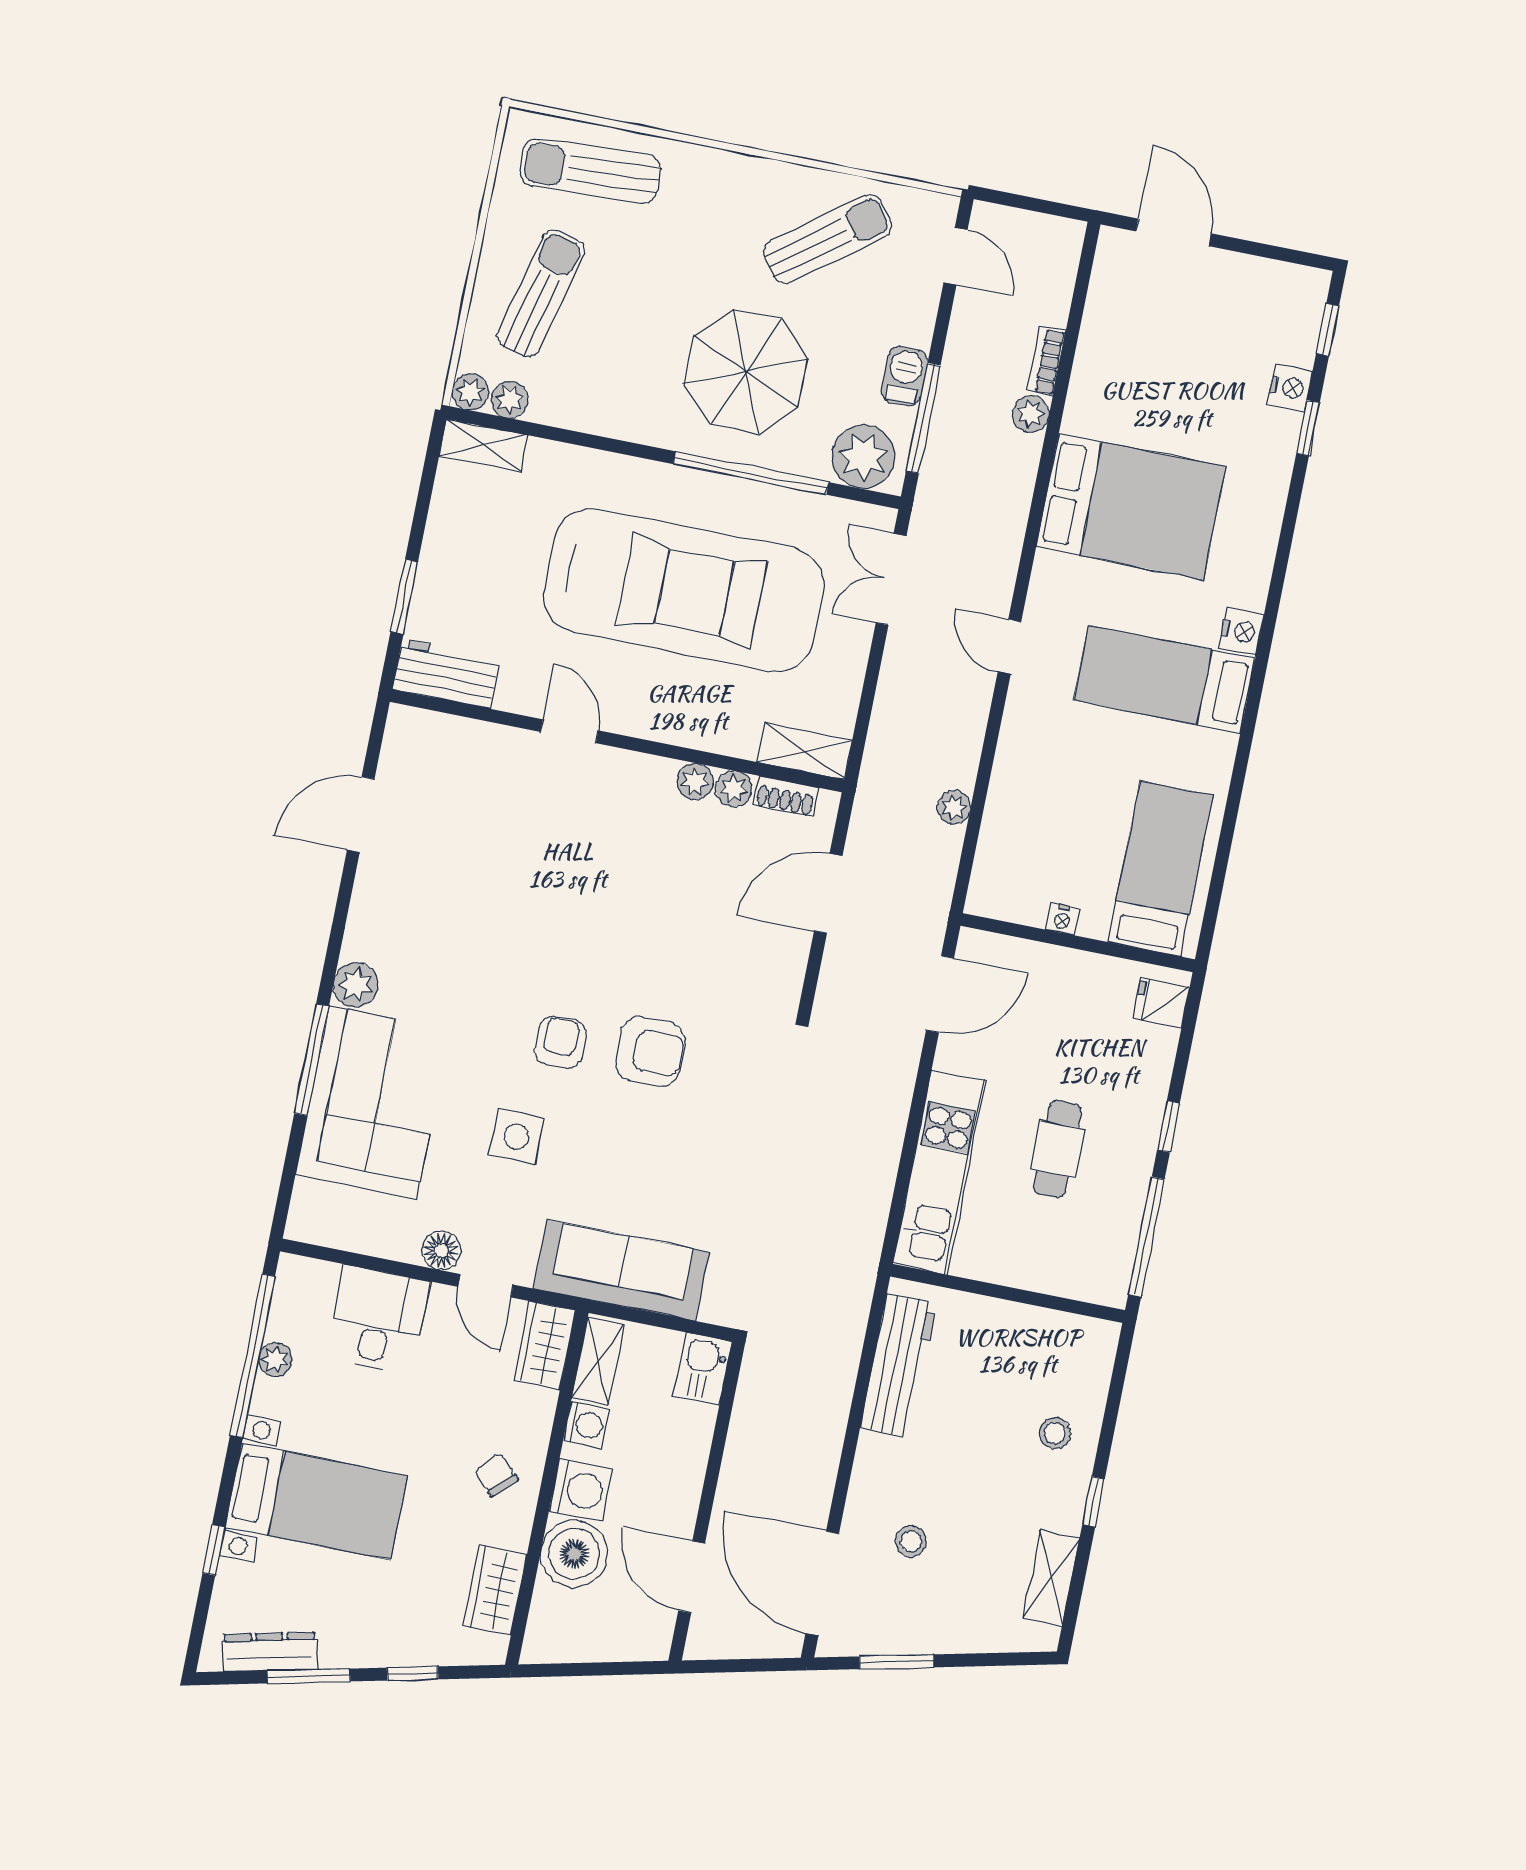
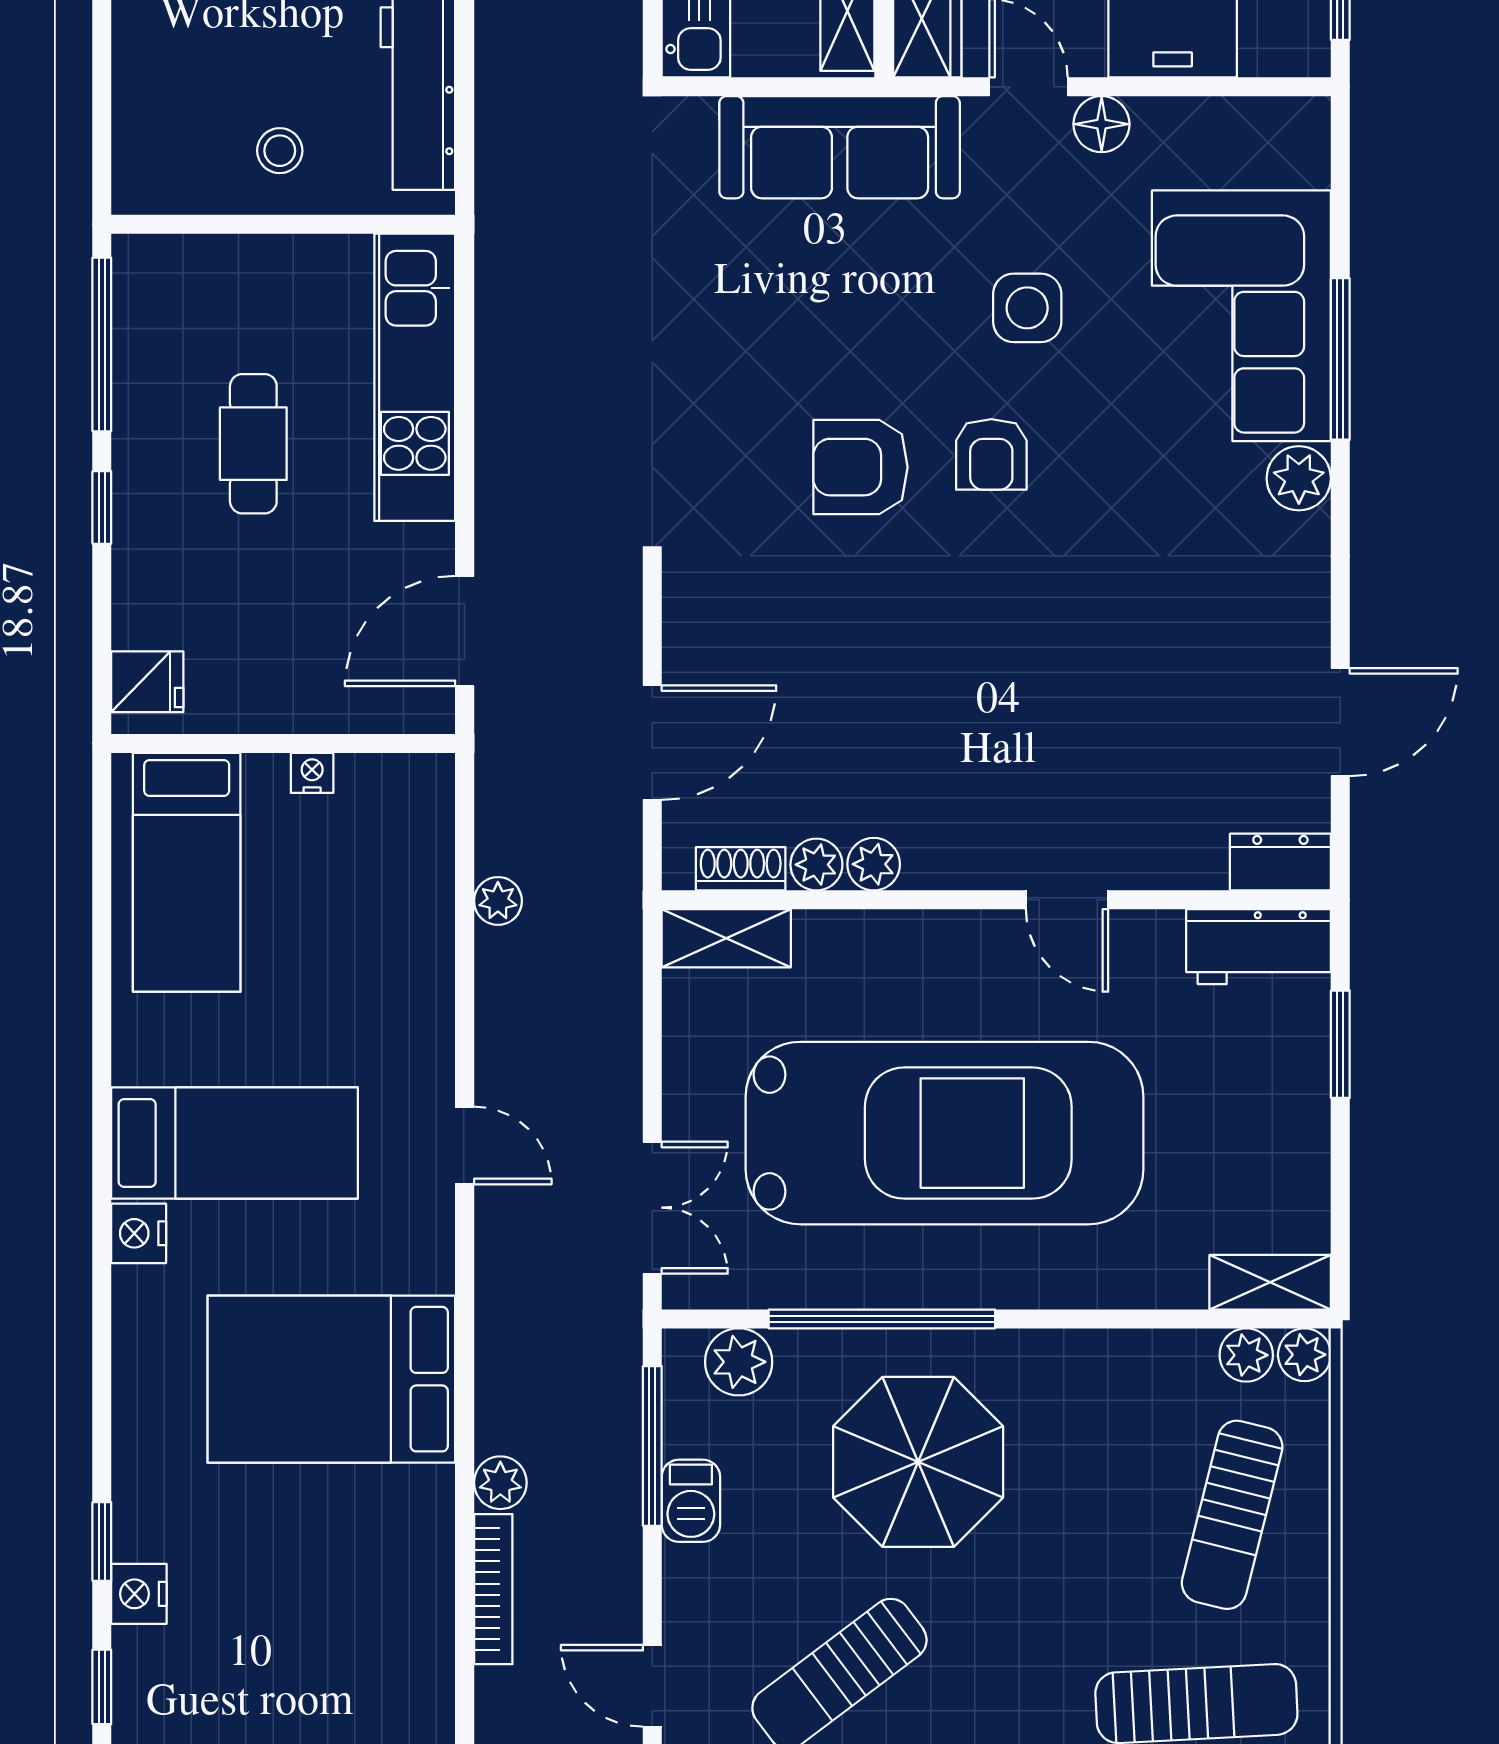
bookcase: (1046, 361) -> (493, 1589), width x1.56
plant: (863, 457) -> (739, 1362), width x0.73, depth x0.73
car: (684, 590) -> (944, 1133), turned 180
dresser: (420, 728) -> (1280, 862), added
stool: (1055, 1433) -> (280, 151), moved

